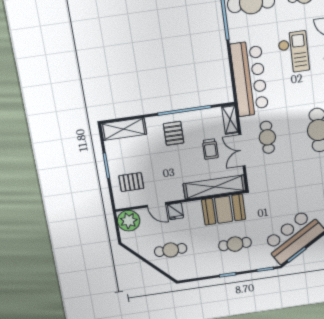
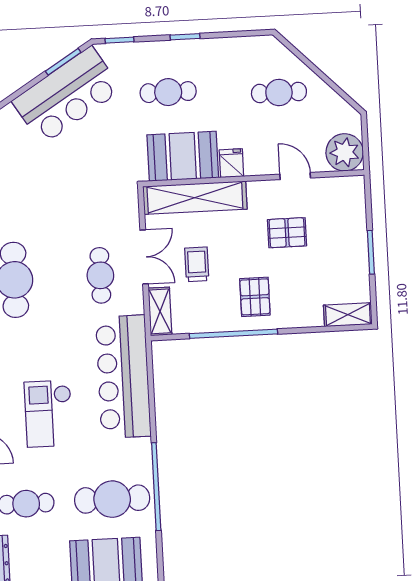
shelving: (124, 129) -> (348, 315), width x0.67, depth x0.75
pallet: (131, 182) -> (287, 233), moved
fridge: (176, 211) -> (231, 163), moved

